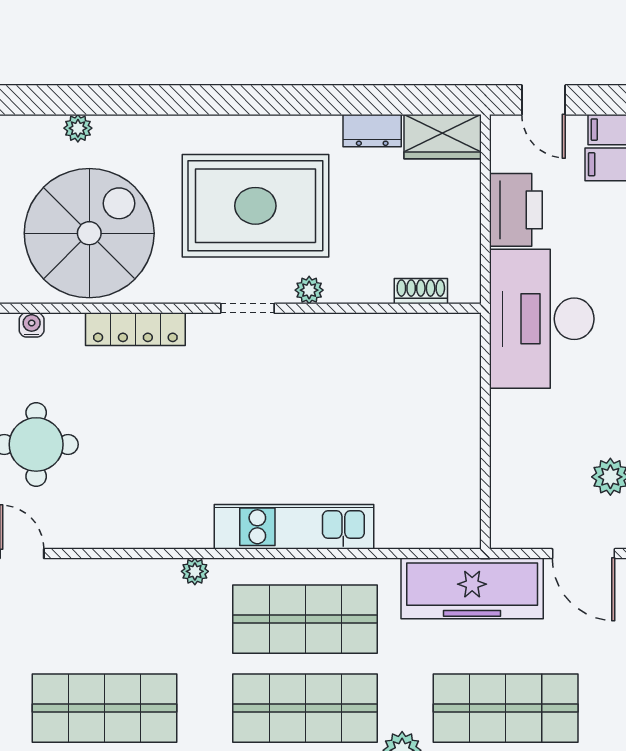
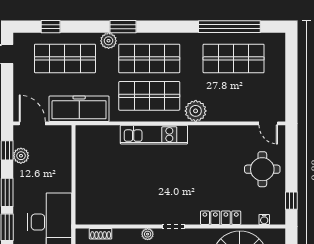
plant: (195, 571) -> (196, 111), width x1.88, depth x1.88

